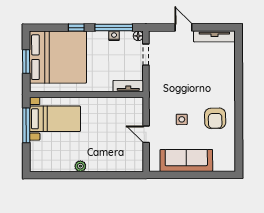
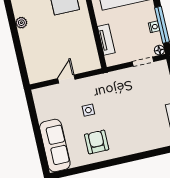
tv unit: (128, 86) -> (106, 40), moved
armchair: (215, 118) -> (97, 142), turned 91
sofa: (186, 160) -> (55, 145), moved

